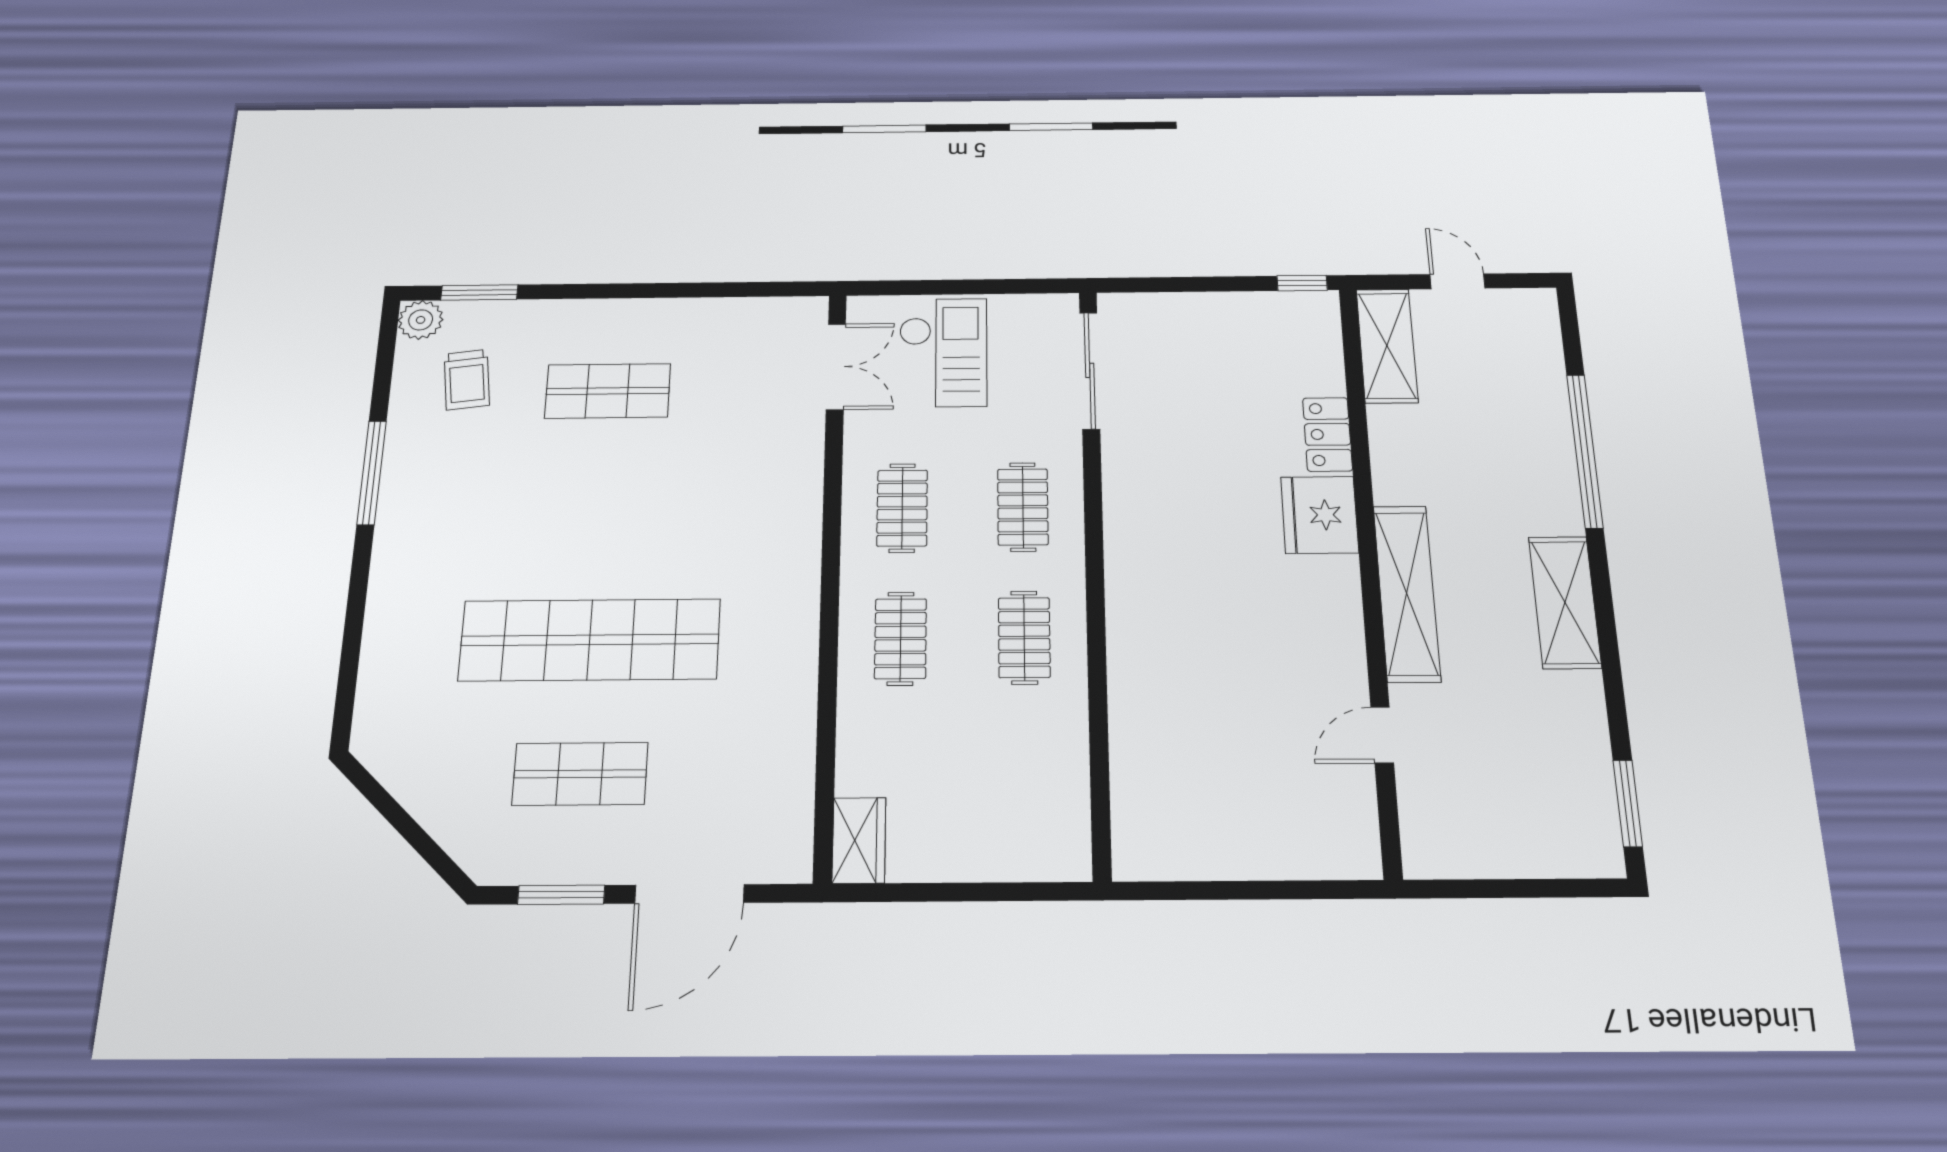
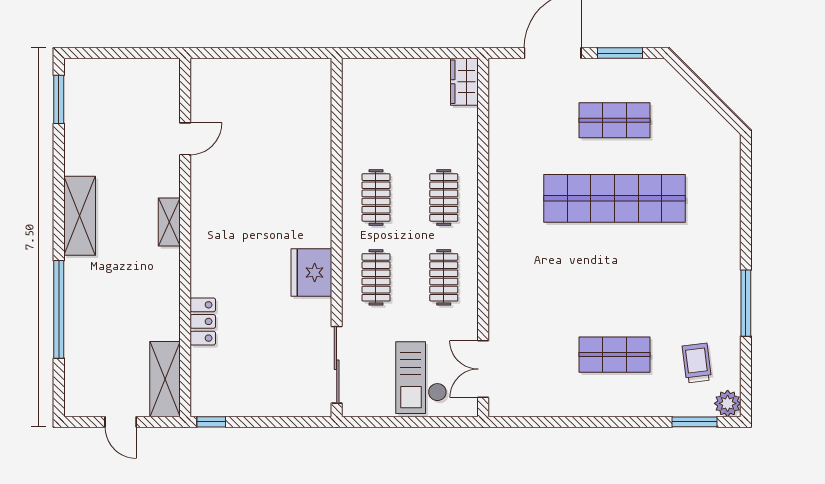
fridge: (1320, 515) -> (311, 273), moved, turned 180
shelving: (1407, 593) -> (169, 222), width x0.45, depth x0.75

